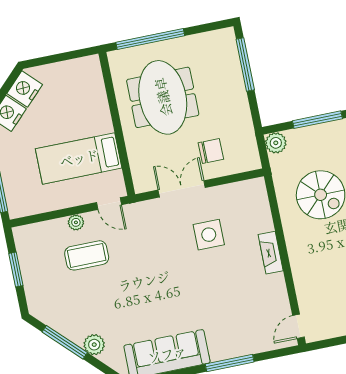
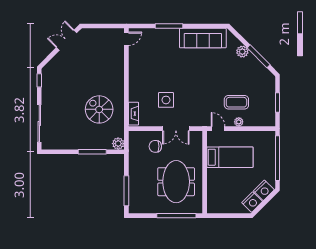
fireplace: (271, 253) -> (134, 114), moved

